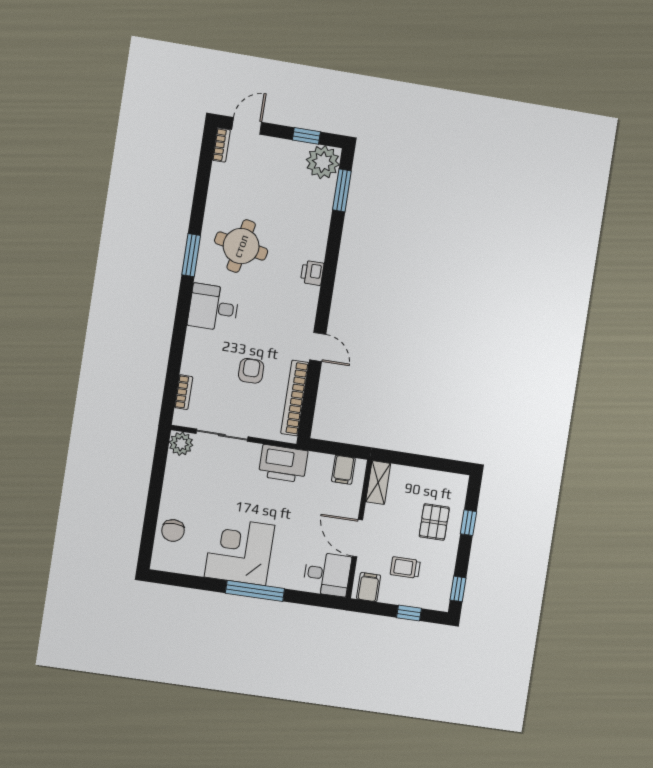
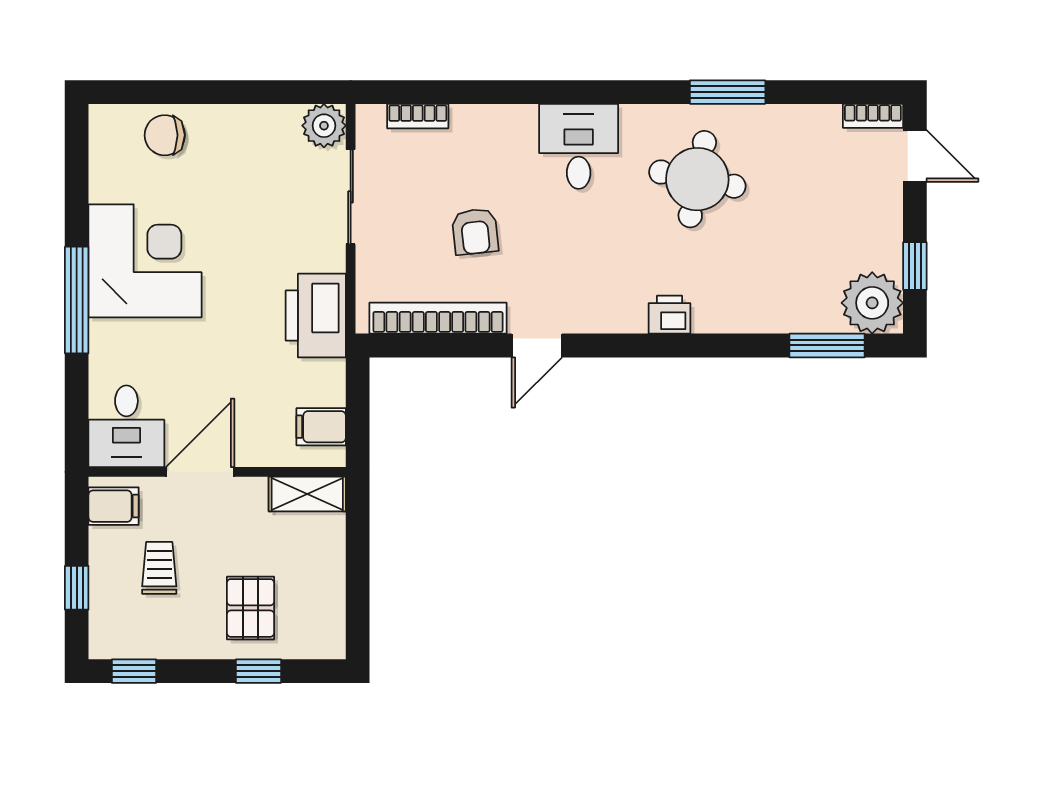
window: (191, 255) -> (728, 92), moved
armchair: (251, 371) -> (475, 232), turned 84
pallet: (434, 522) -> (250, 608), turned 90

